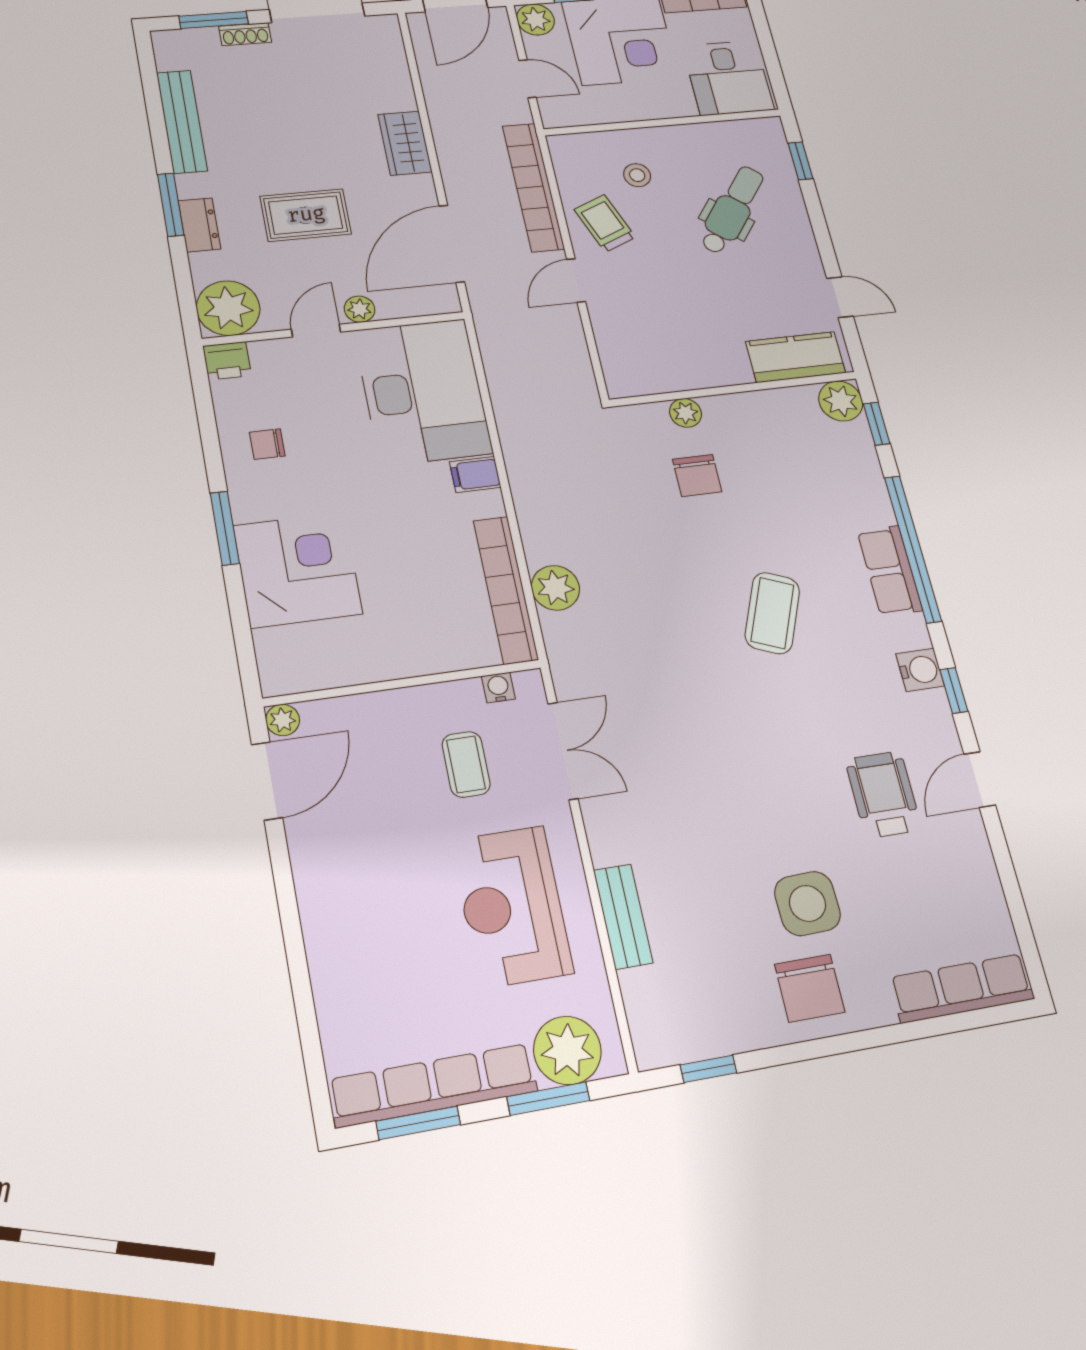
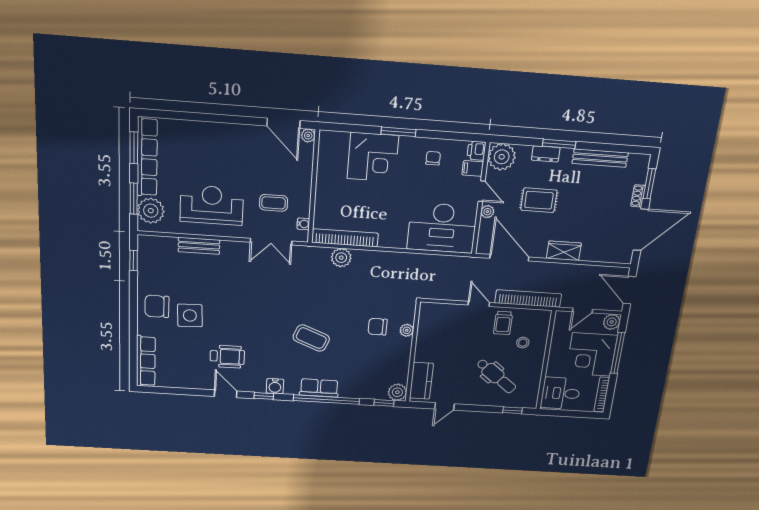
rug: (306, 215) -> (539, 200), turned 90
trolley: (605, 223) -> (503, 323), turned 112
filing cabinet: (475, 475) -> (473, 168), moved, turned -90

